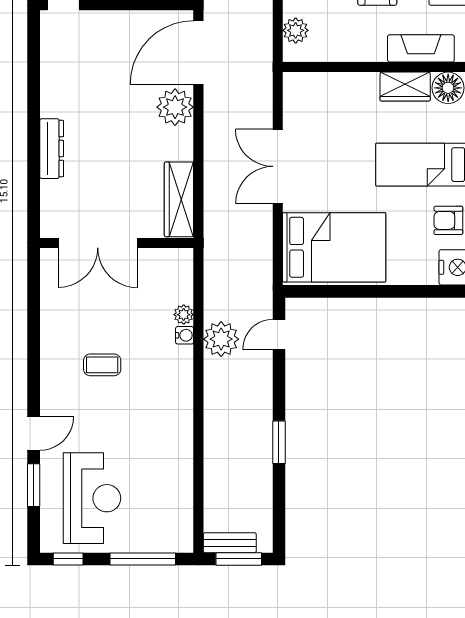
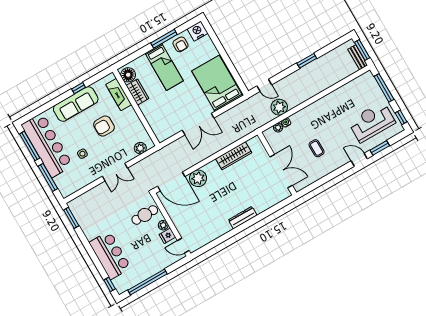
double door: (98, 243) -> (281, 171), moved
wall: (117, 243) -> (277, 164), moved

